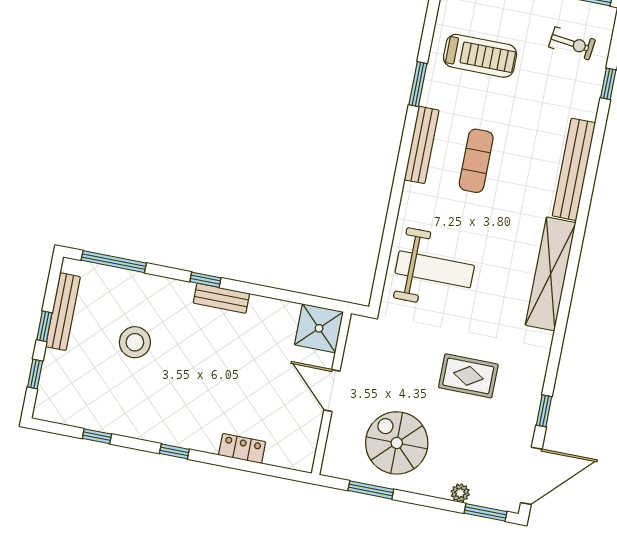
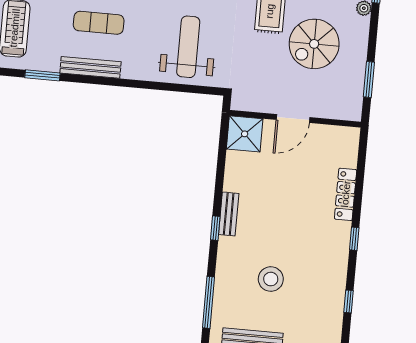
spiral stairs: (397, 443) -> (314, 44), moved
locker: (242, 448) -> (346, 194), width x1.53

